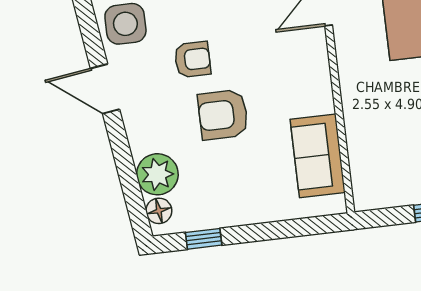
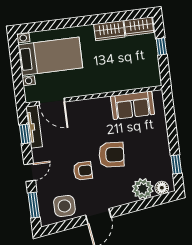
armchair: (193, 59) -> (83, 171), turned 90
armchair: (223, 115) -> (111, 155), turned -86

